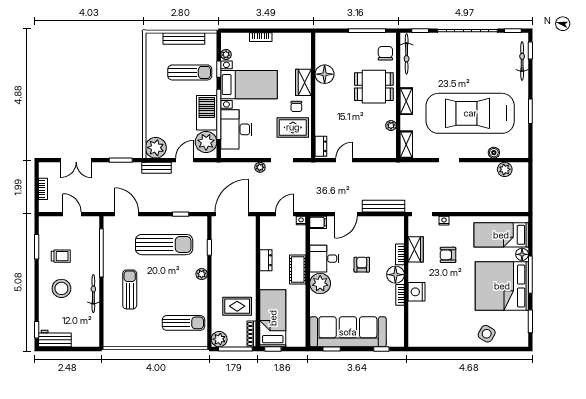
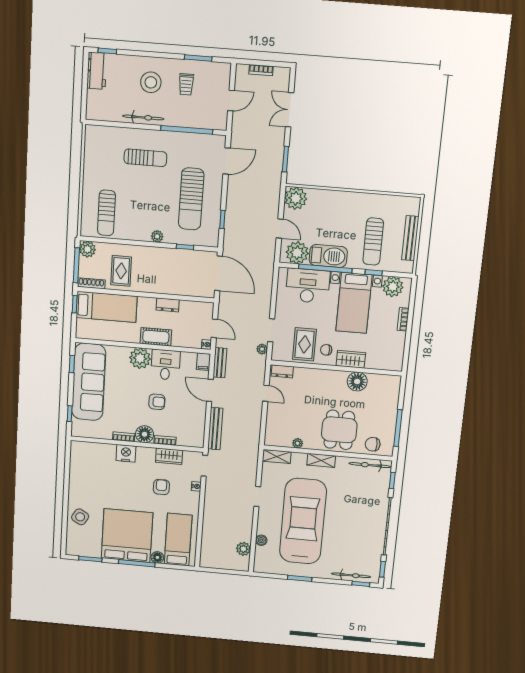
chair: (385, 53) -> (373, 444), turned 180
plant: (226, 55) -> (393, 287), width x1.87, depth x1.87
plant: (260, 167) -> (262, 349), moved
bench: (156, 168) -> (220, 363), moved

